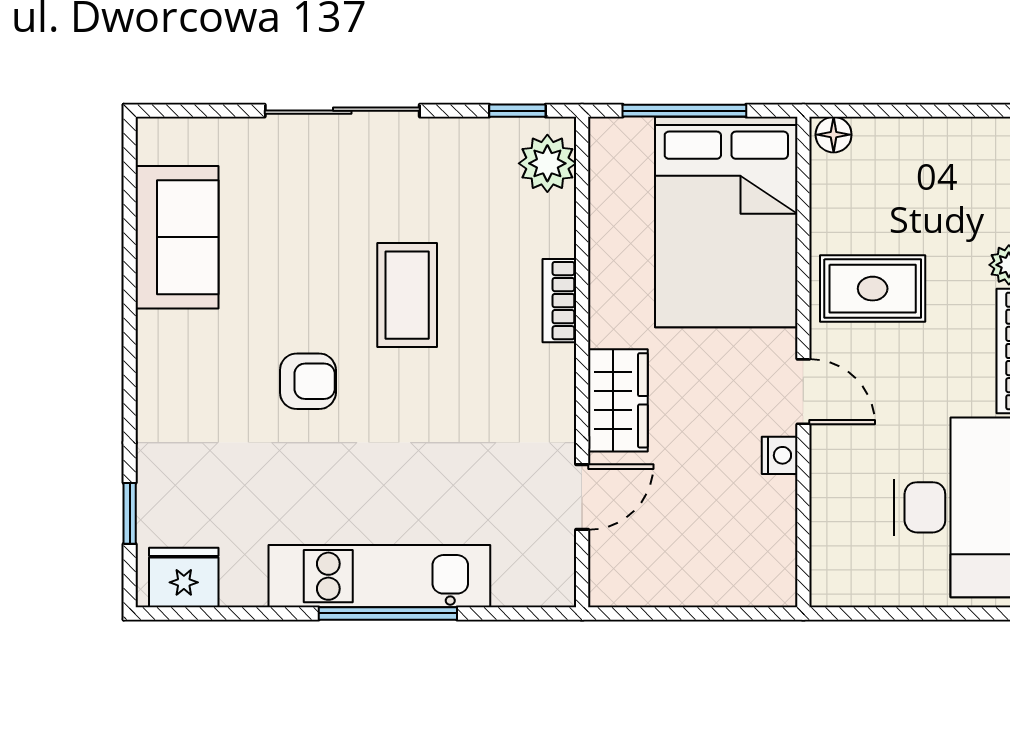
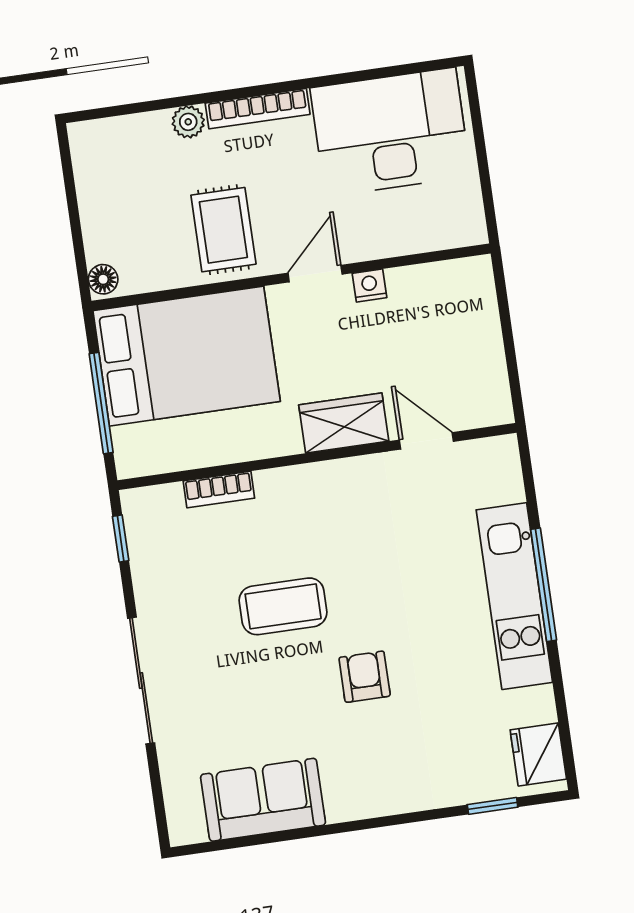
plant: (547, 163) -> (160, 508), removed
bookcase: (559, 301) -> (219, 490), moved

